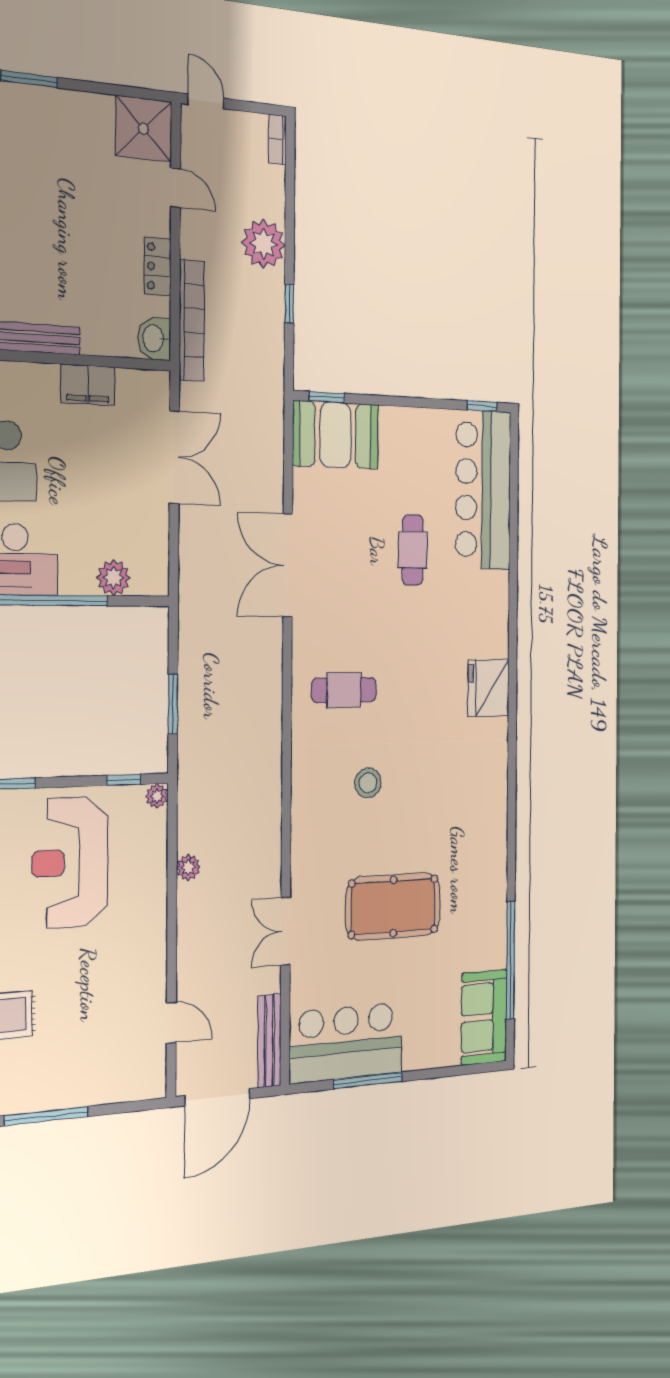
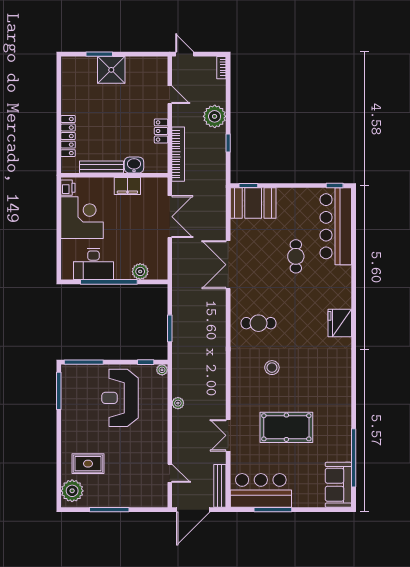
shower: (143, 129) -> (111, 70), moved
washbasin: (154, 339) -> (134, 165), moved, turned 90

